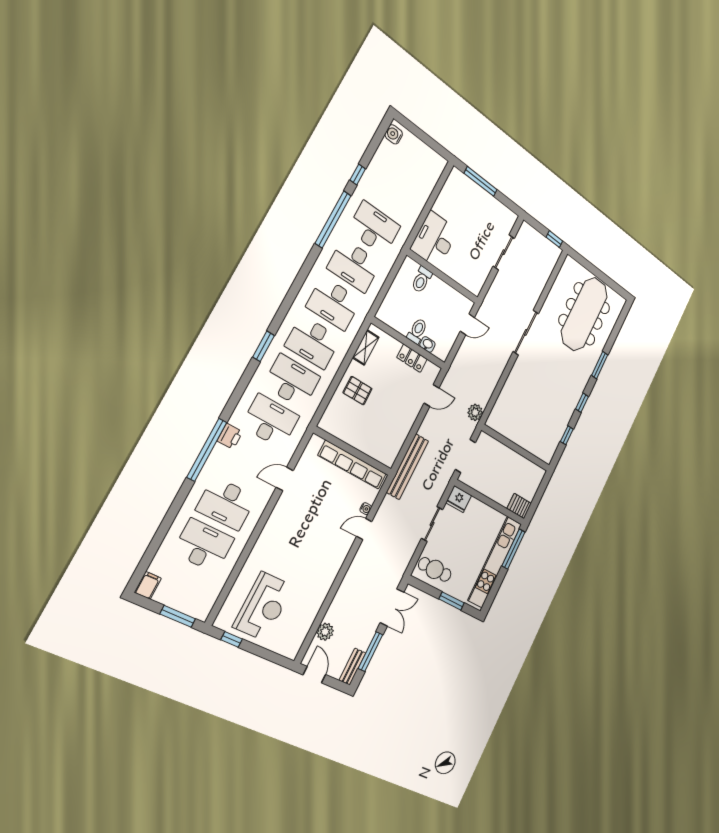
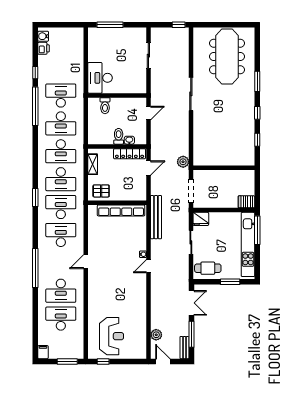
locker: (412, 358) -> (130, 154), width x1.53
printer: (230, 436) -> (44, 48), moved
wall: (353, 451) -> (117, 203), moved
row of seats: (352, 465) -> (121, 210), moved

